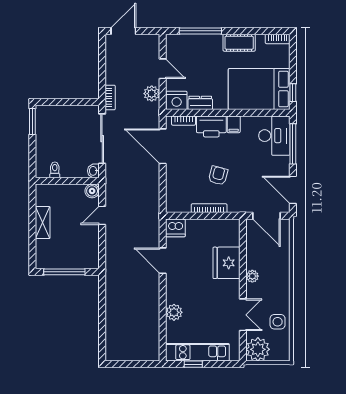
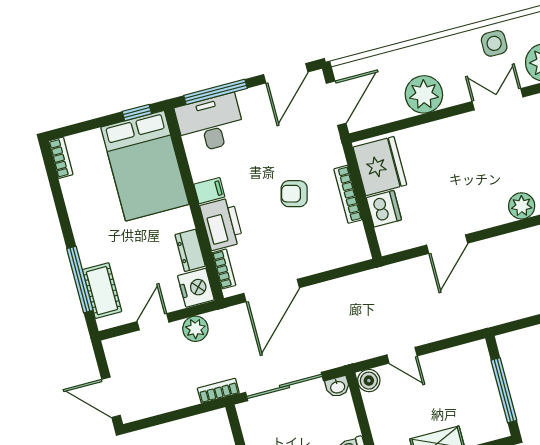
cot: (239, 43) -> (102, 291), moved
dishwasher: (175, 228) -> (384, 209), moved
fridge: (226, 263) -> (380, 166), moved, turned -90
plant: (252, 276) -> (424, 94), width x1.88, depth x1.88

